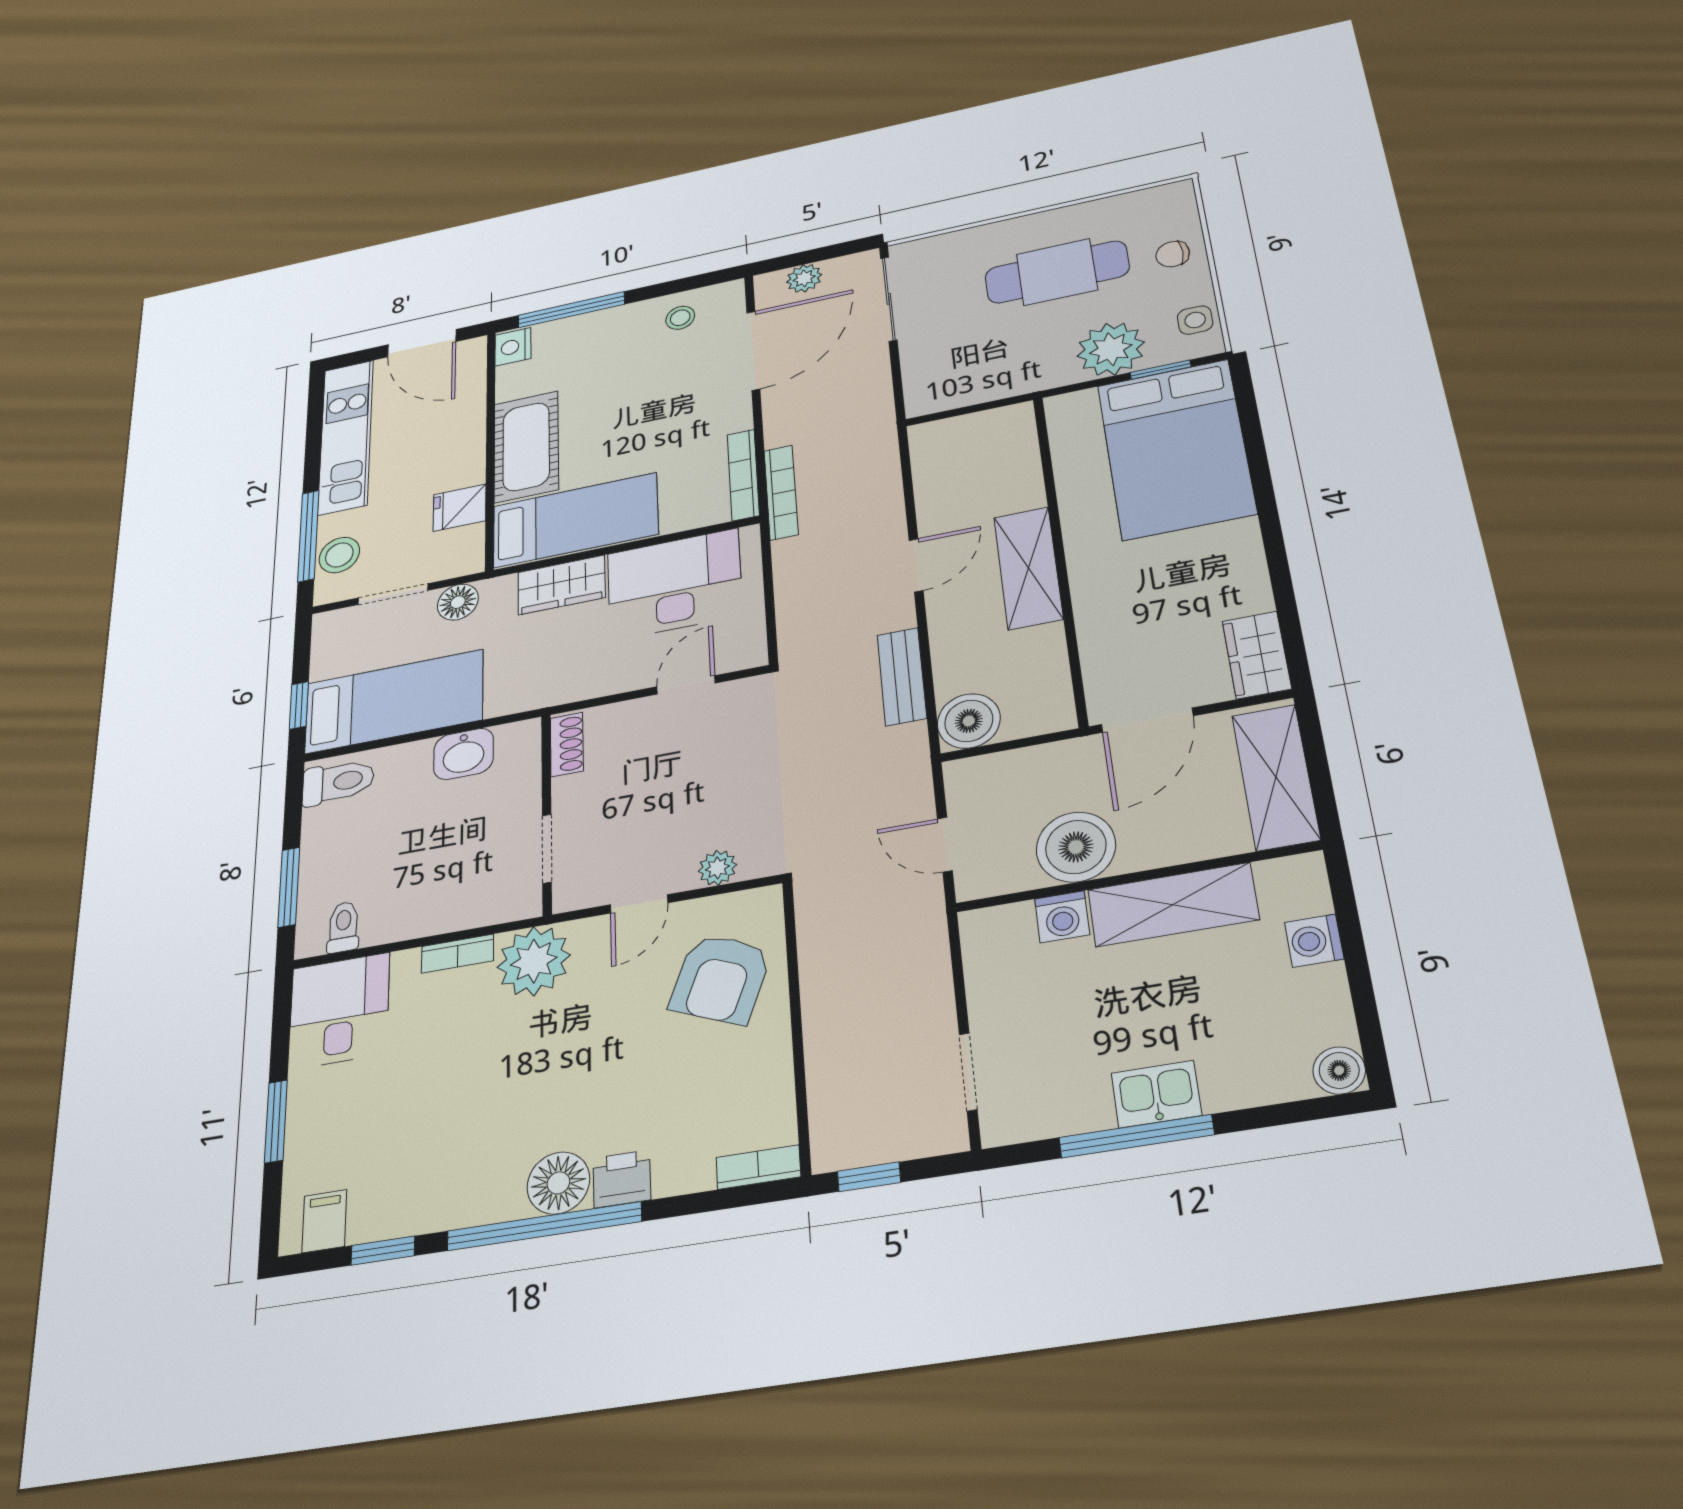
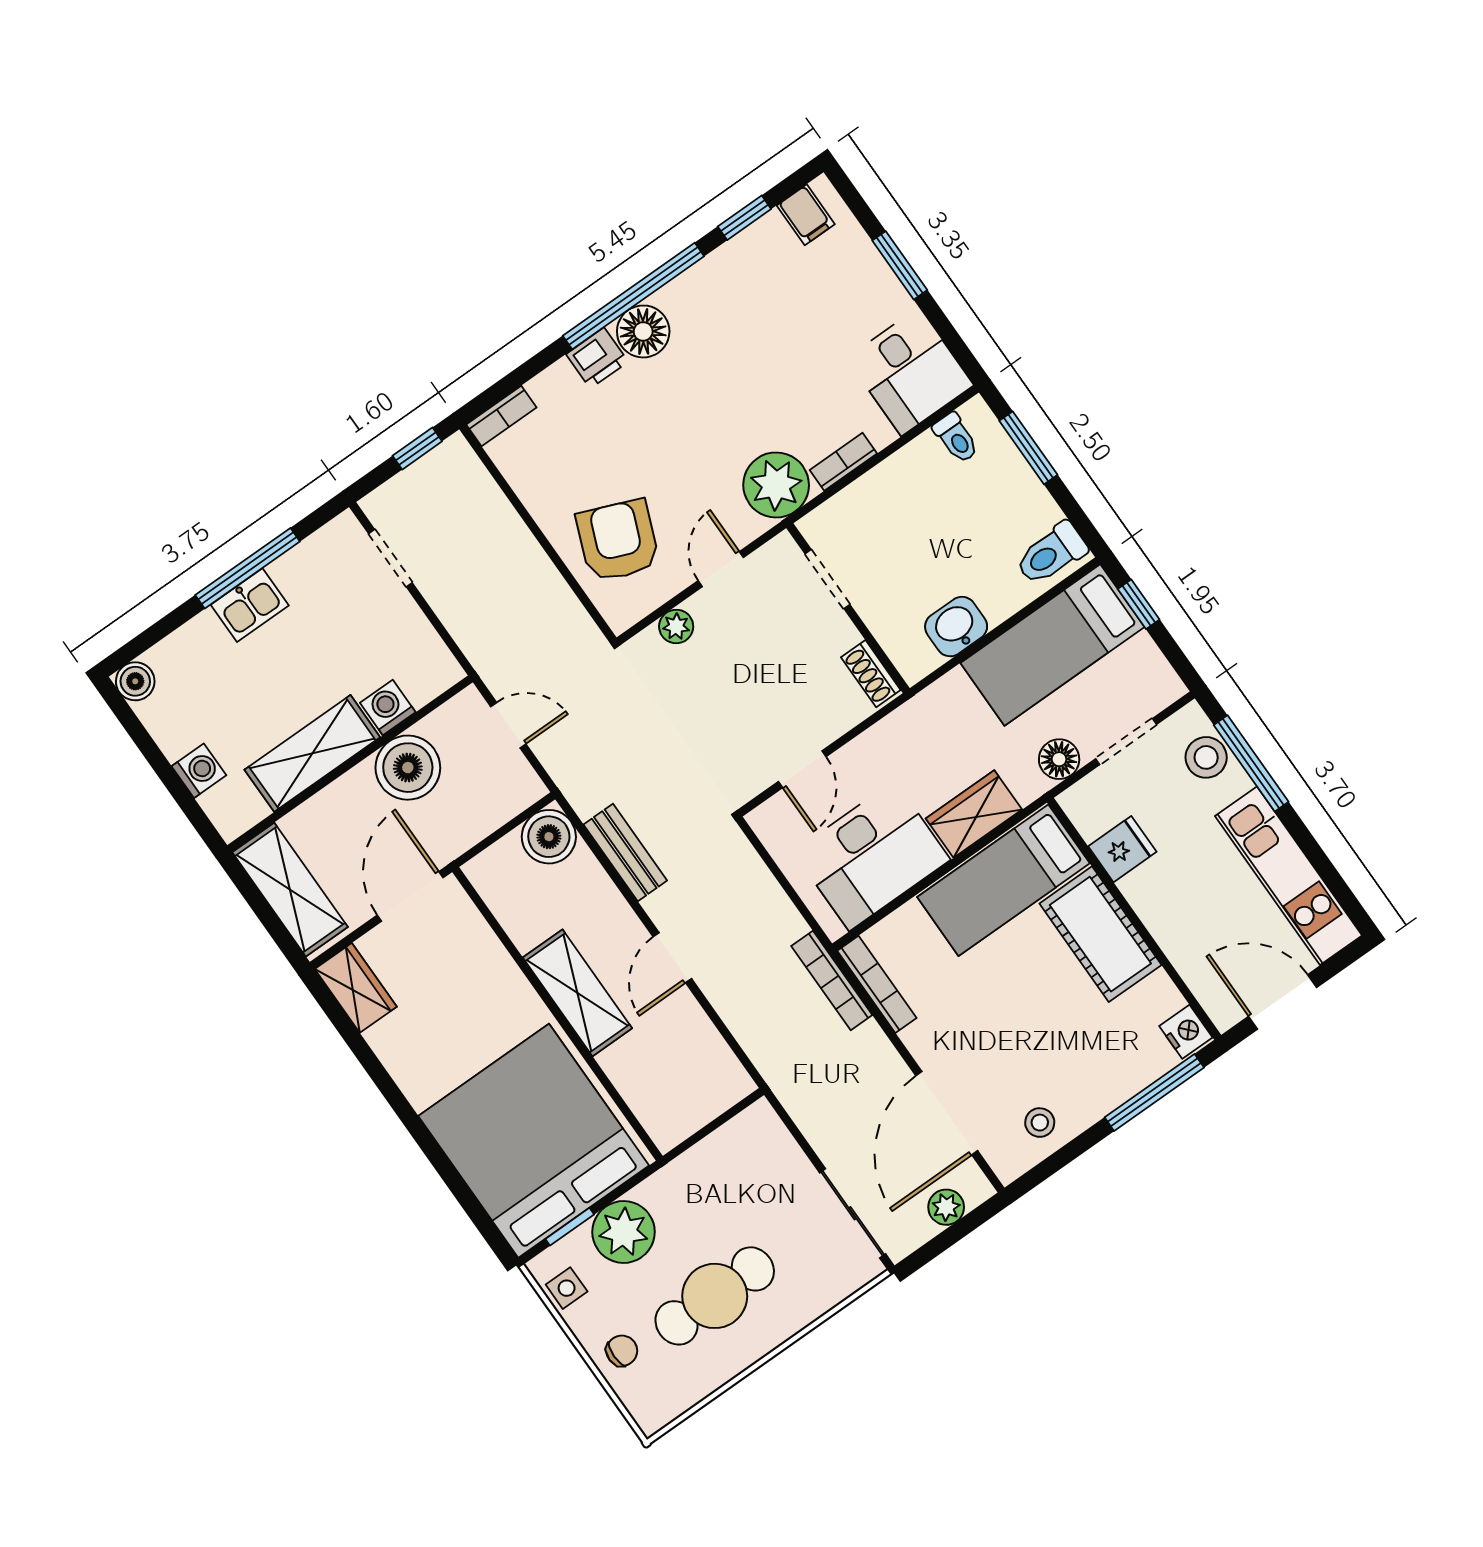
bed: (1176, 449) -> (534, 1141), width x1.36

